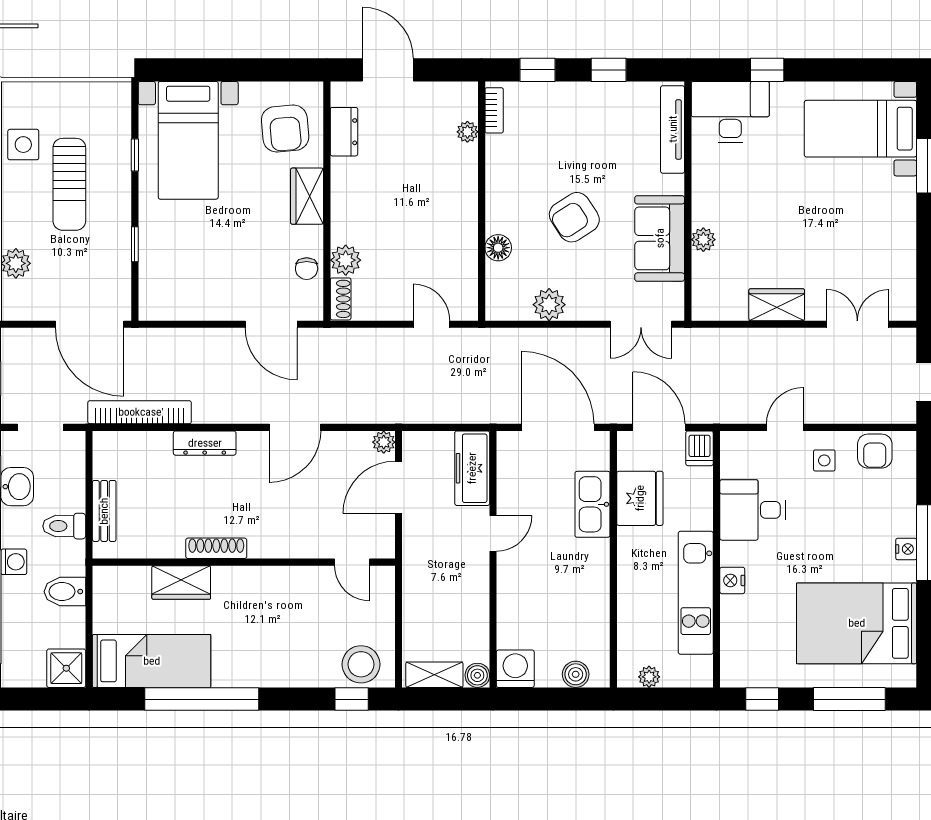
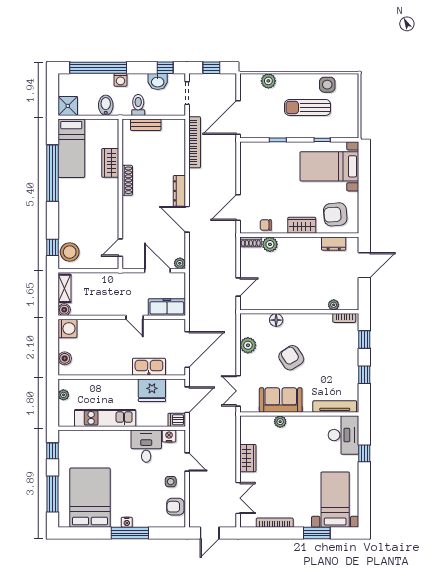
bookcase: (907, 251) -> (275, 523), added
dresser: (205, 443) -> (179, 191), moved
nightstand: (732, 580) -> (169, 436), moved

